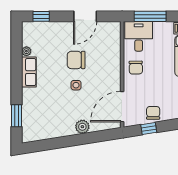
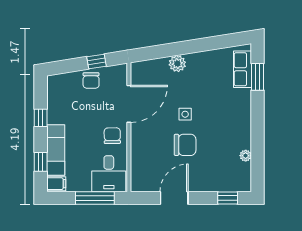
row of seats: (29, 72) -> (242, 69), moved
door: (122, 107) -> (129, 104), moved

